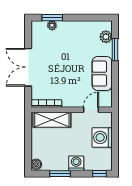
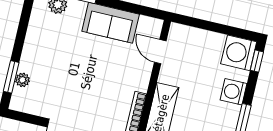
washing machine: (102, 137) -> (239, 53), moved, turned 90

